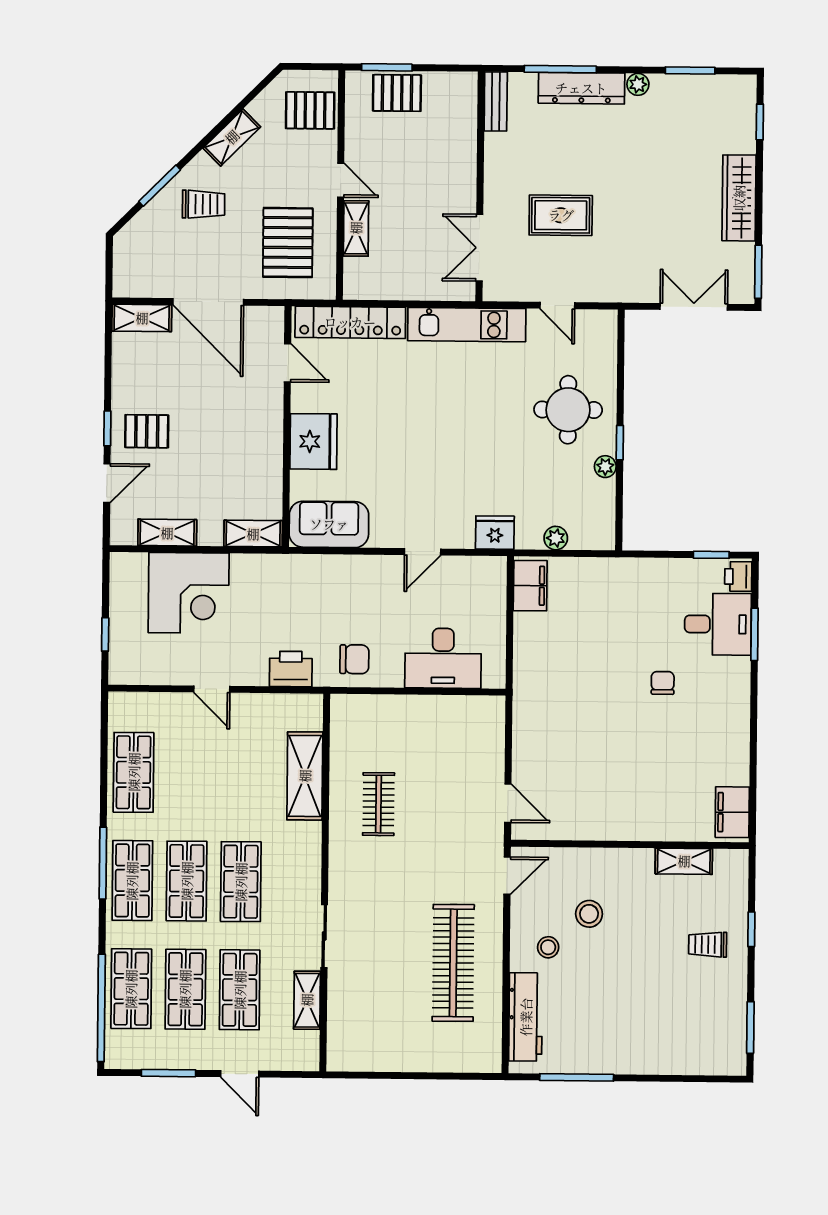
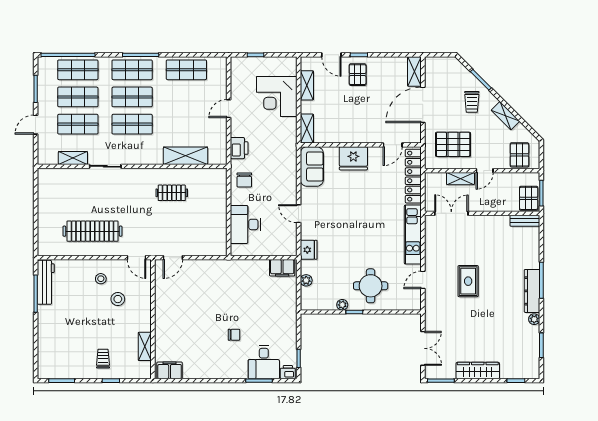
bench: (496, 101) -> (525, 221), moved
wall: (480, 186) -> (482, 213), moved
double door: (479, 248) -> (451, 213), moved
workbench: (526, 1017) -> (46, 282), moved, turned -90

